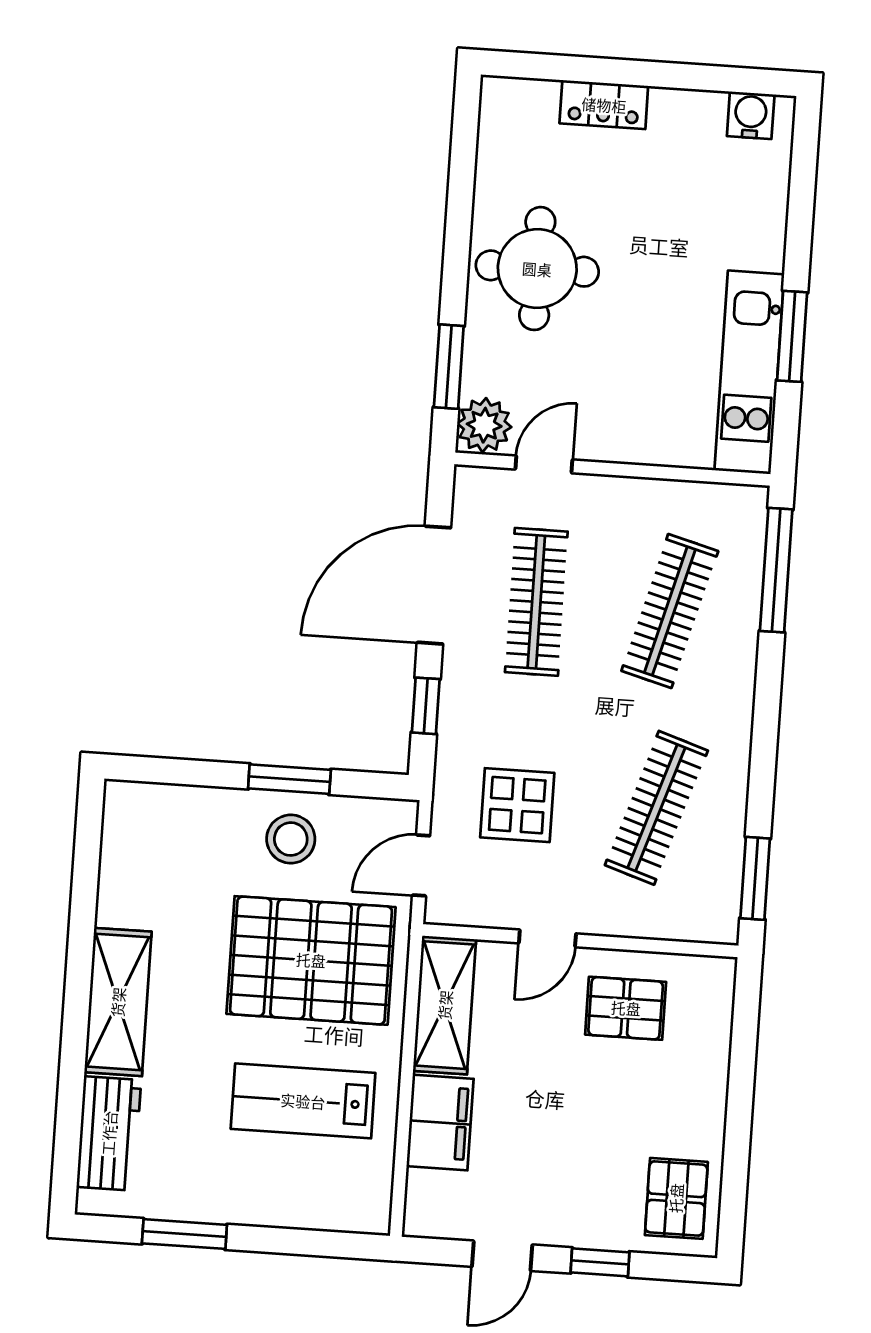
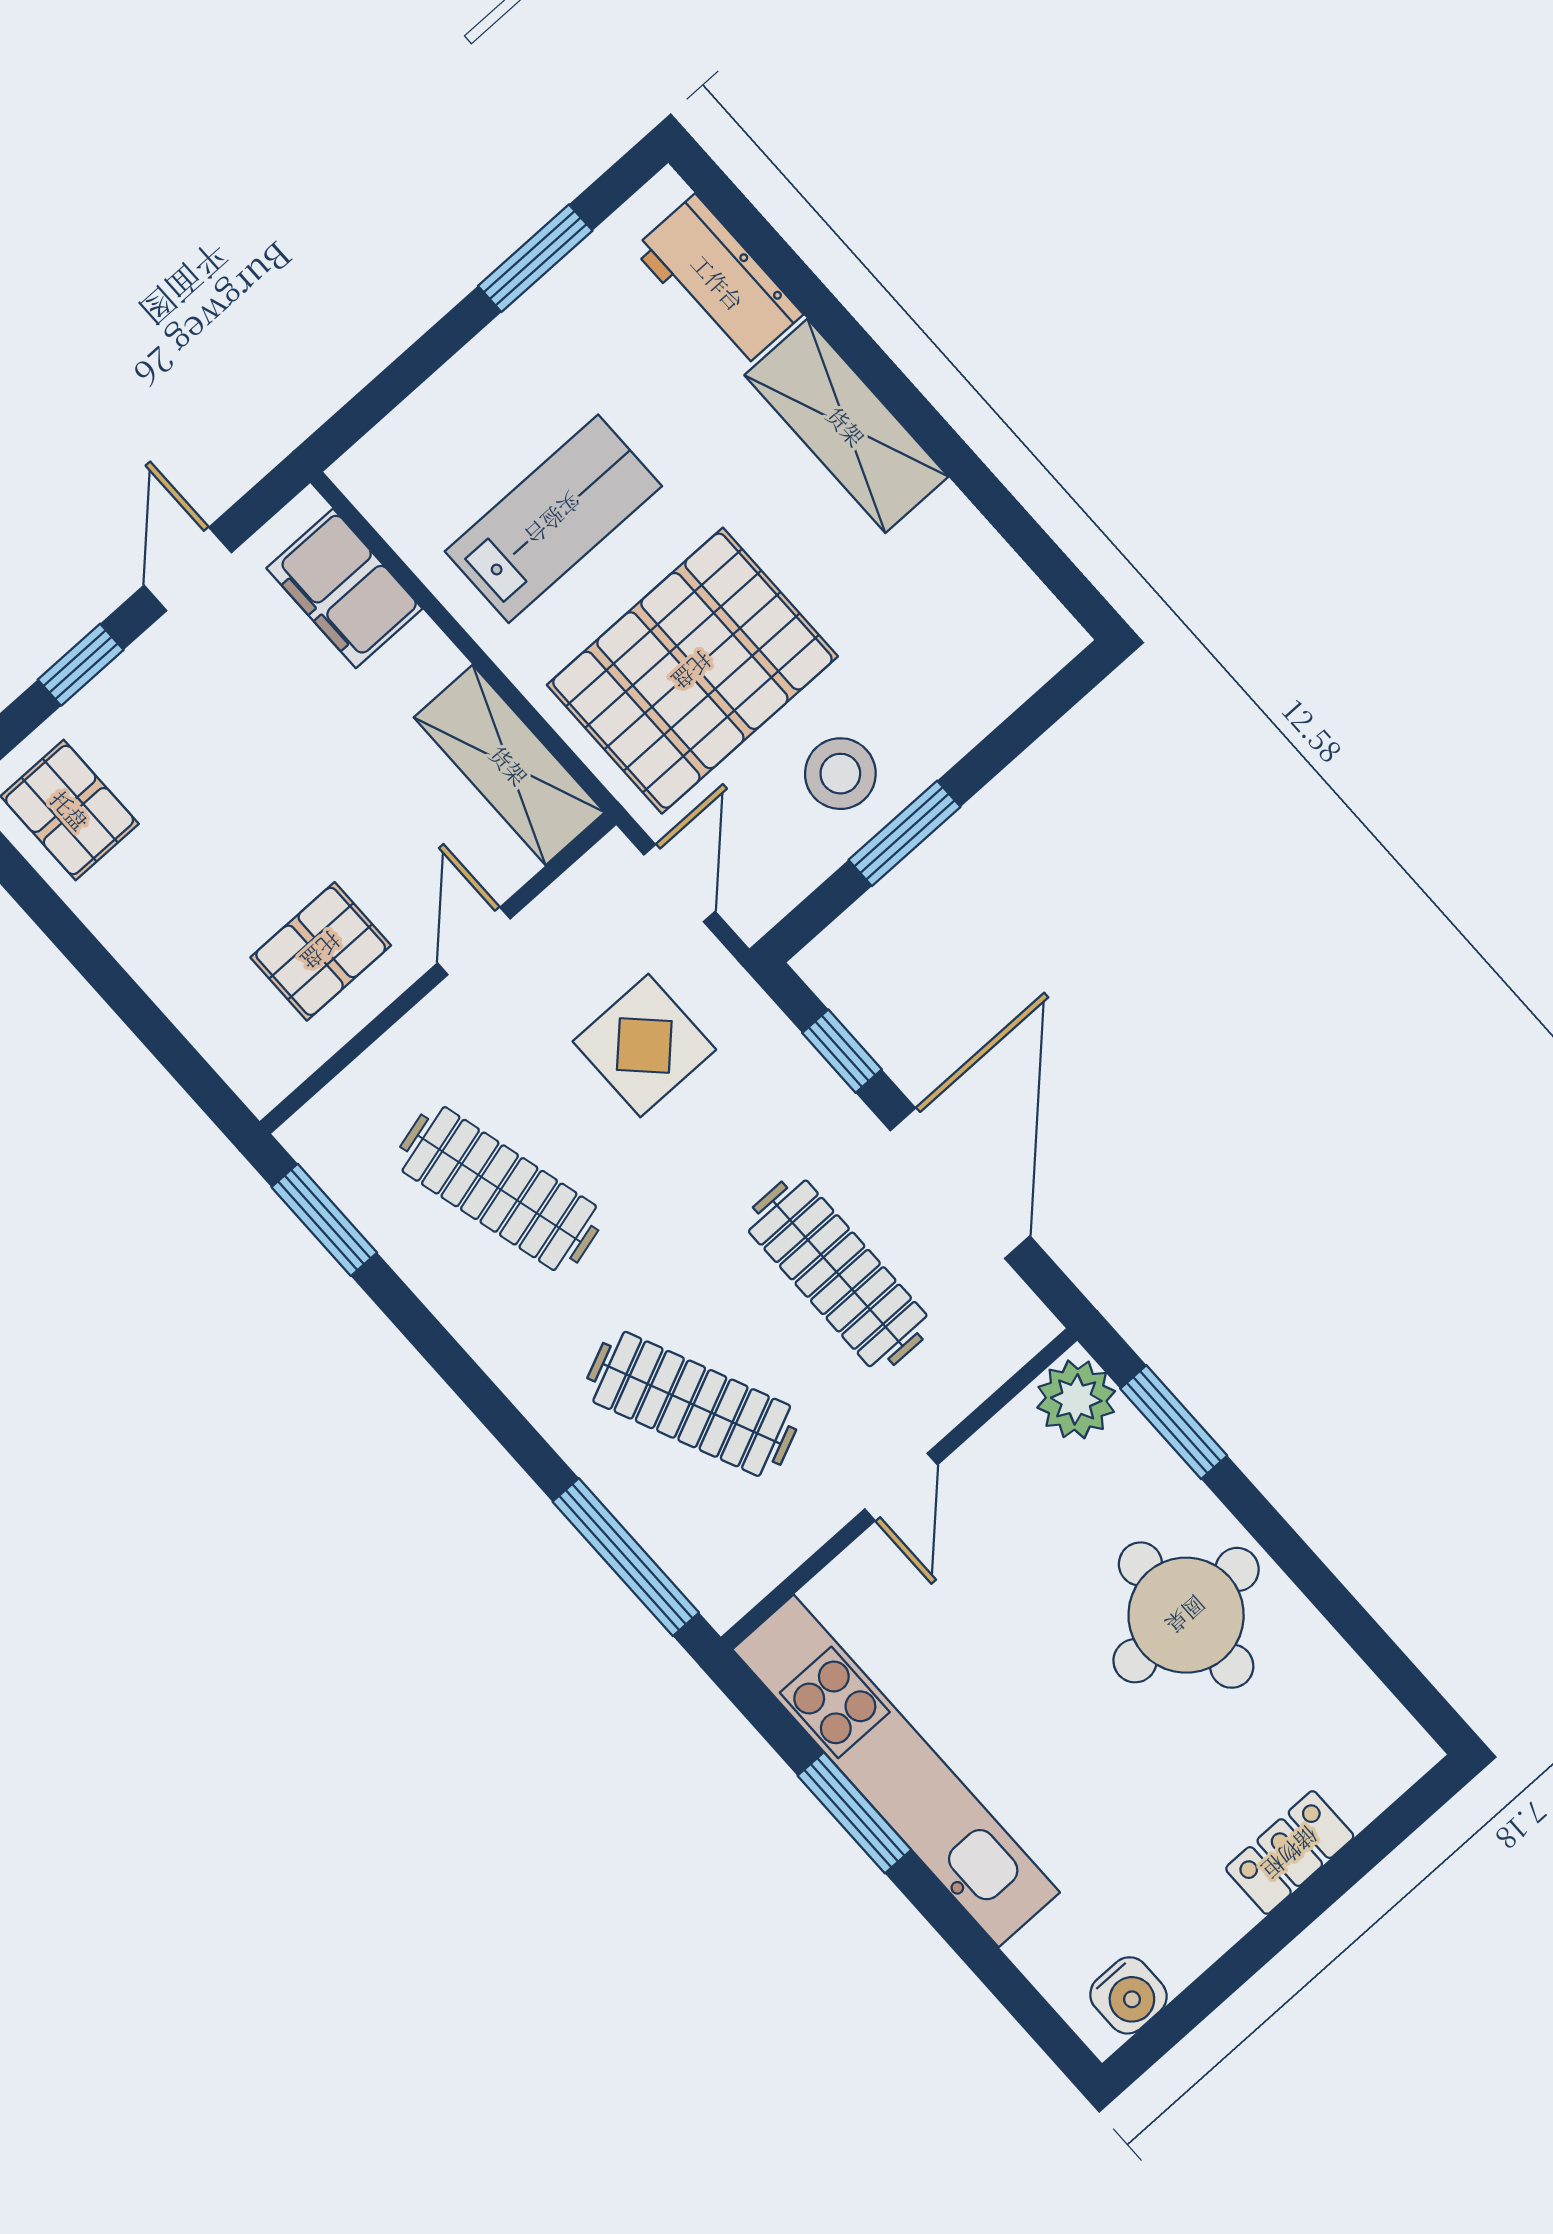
kitchen unit: (749, 372) -> (896, 1771), width x1.36
door: (544, 464) -> (901, 1487), moved
clothes rail: (670, 611) -> (692, 1404), turned -39
clothes rail: (656, 808) -> (499, 1189), turned -33
filing cabinet: (440, 1123) -> (344, 588), moved

